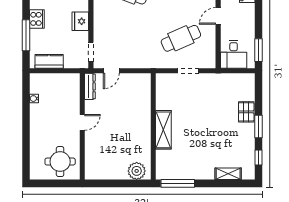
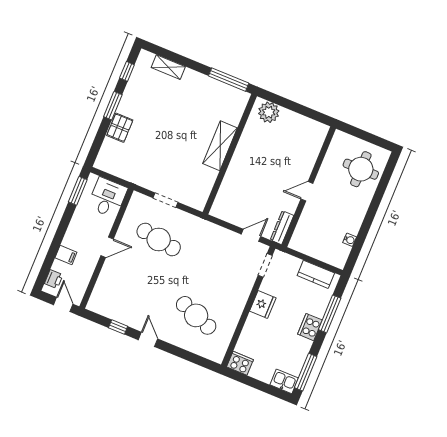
cafe table: (181, 38) -> (159, 239), turned 33
round table: (60, 162) -> (361, 169), moved

